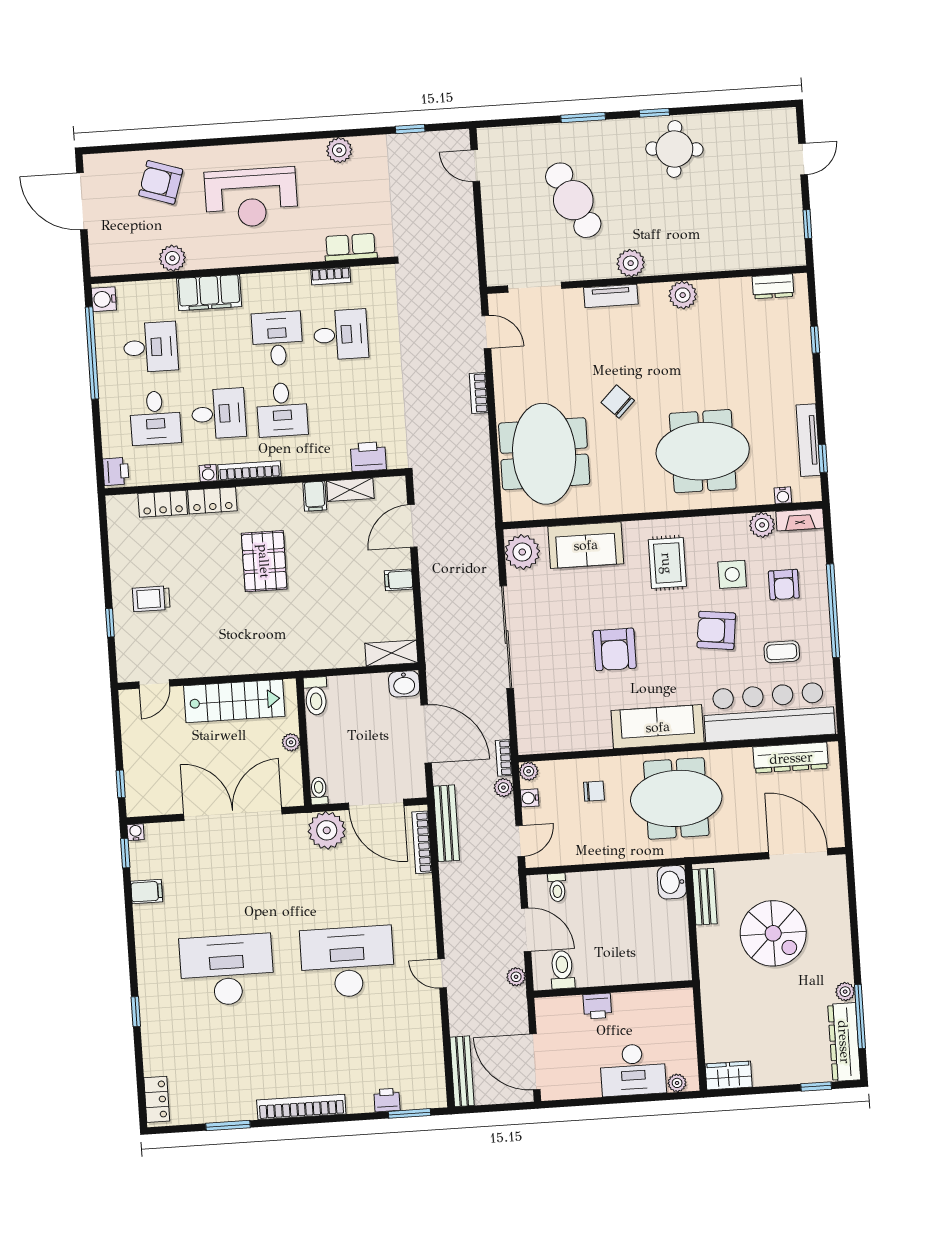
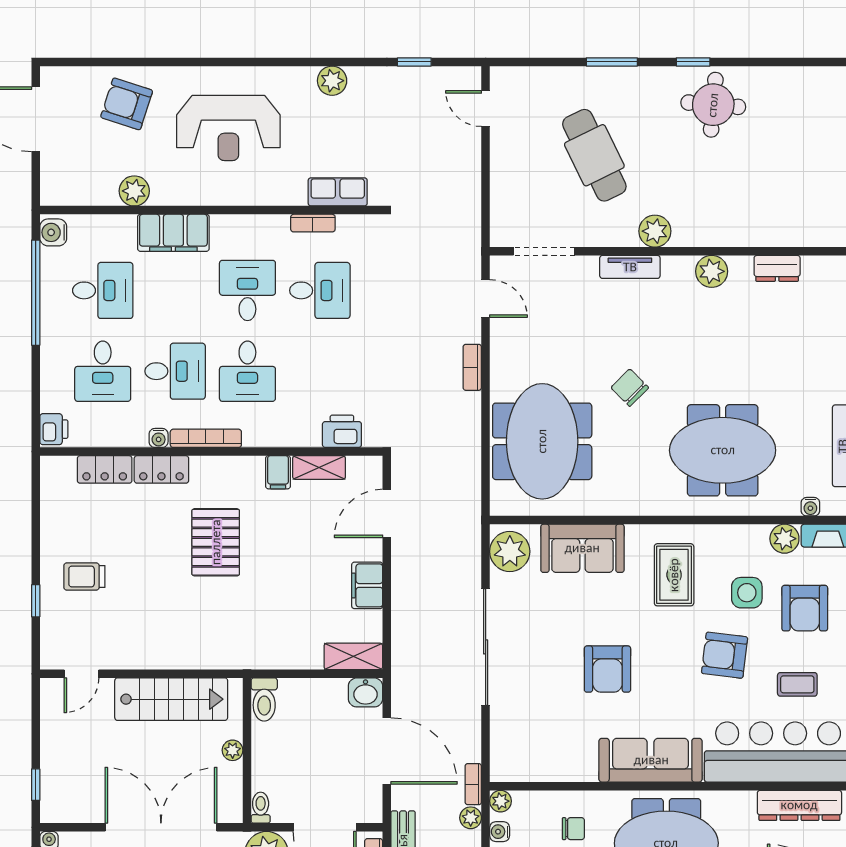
dresser: (773, 286) -> (777, 268), moved
filing cabinet: (399, 580) -> (367, 585), width x2.00
armchair: (784, 585) -> (805, 608), width x1.38, depth x1.38

